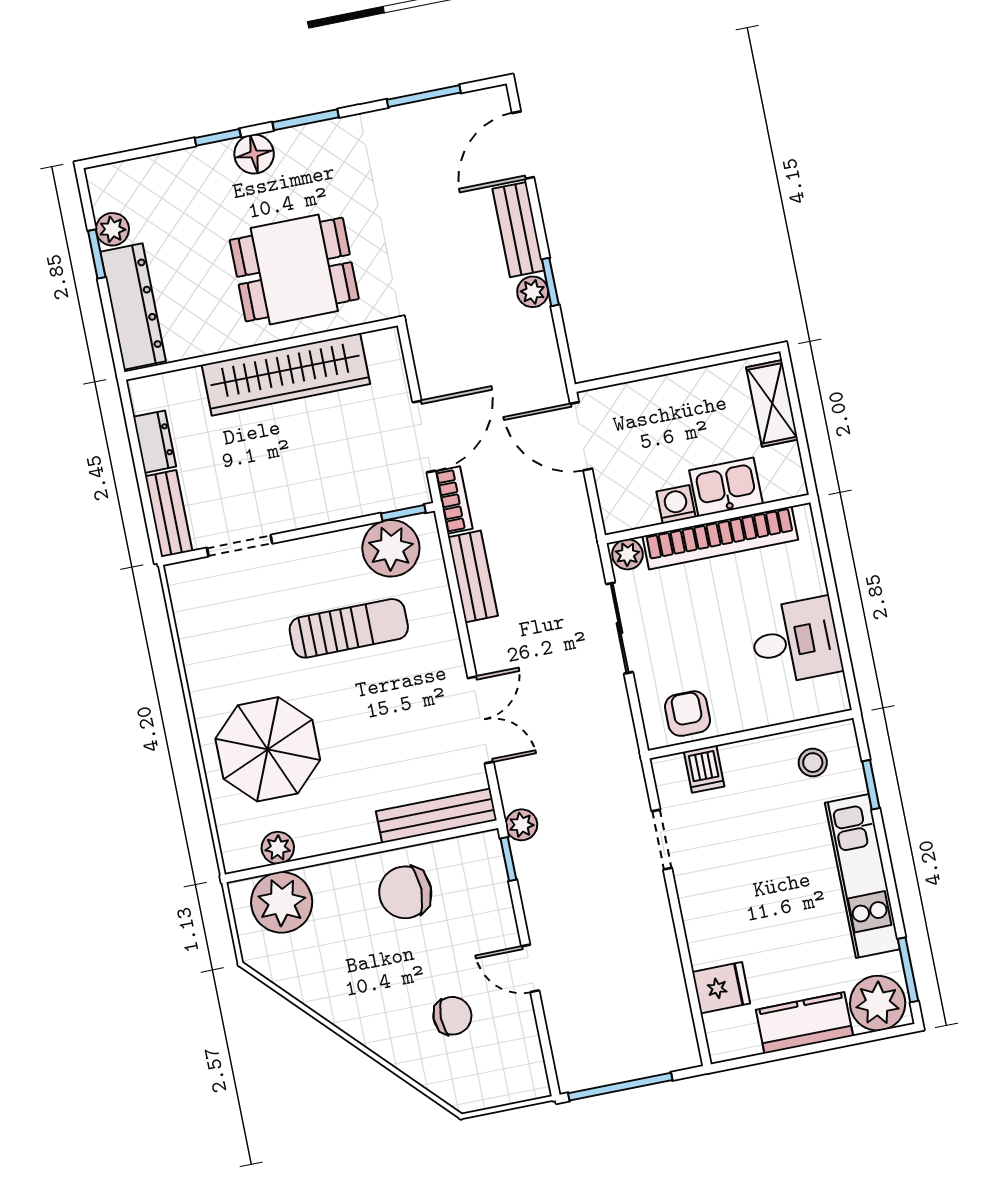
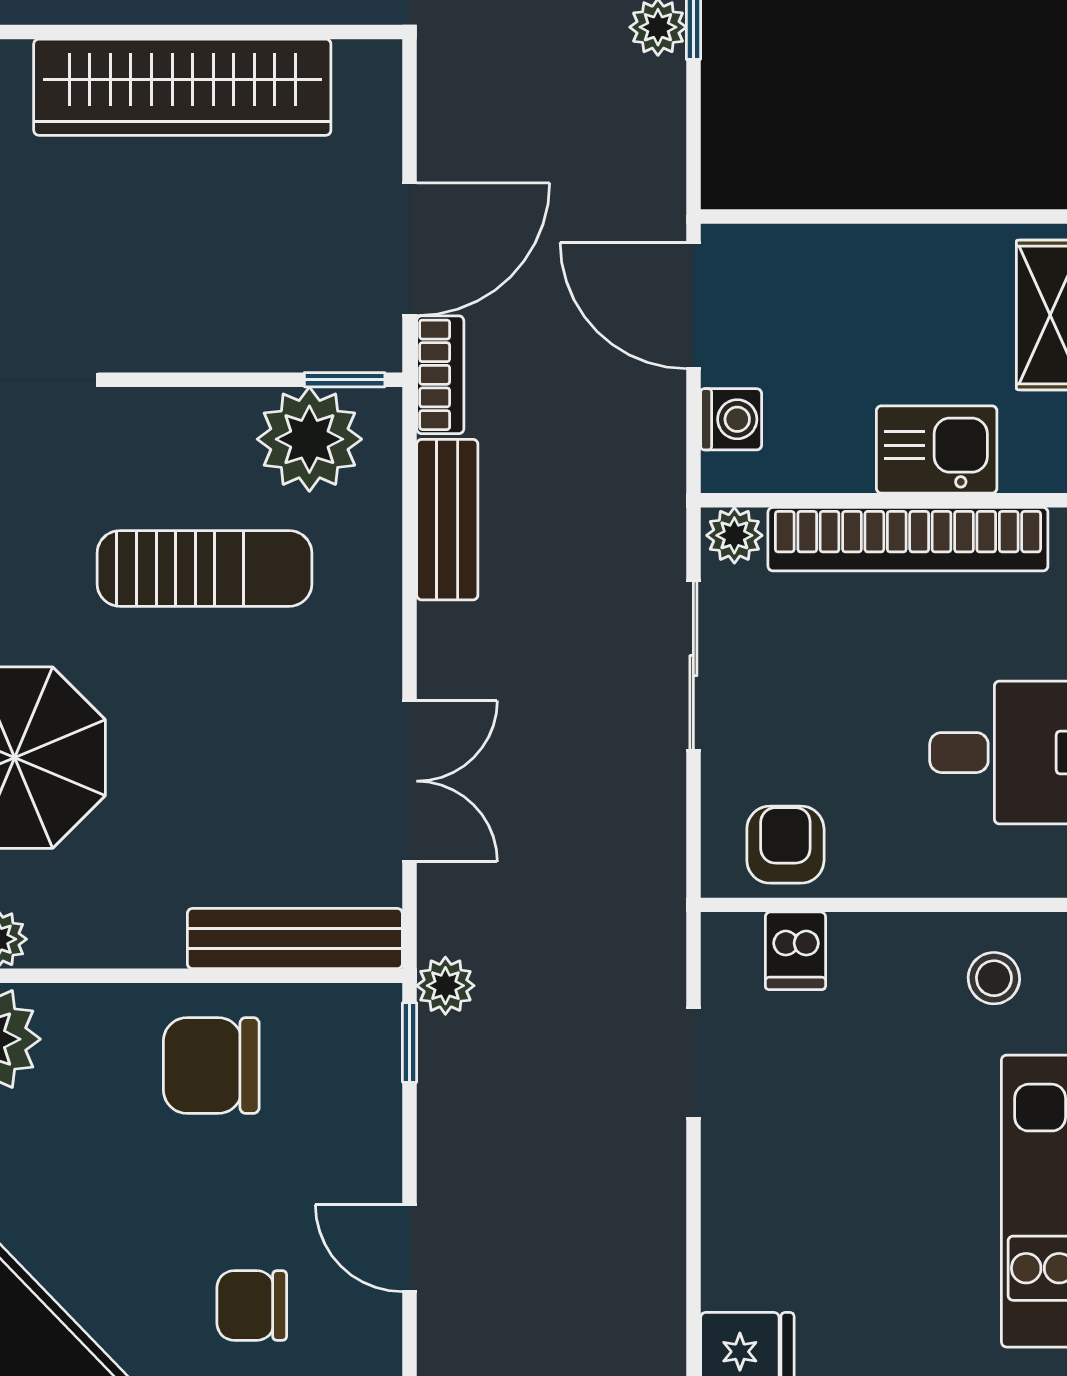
washing machine: (676, 504) -> (731, 419), moved, turned 90
chair: (452, 1016) -> (252, 1305), turned 180

